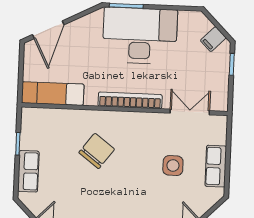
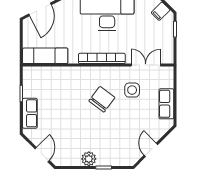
chair: (97, 151) -> (102, 99), moved
side table: (173, 166) -> (132, 90), moved

